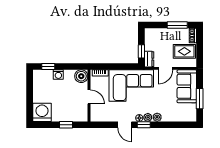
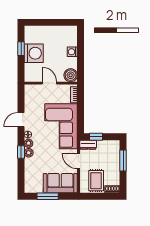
window: (177, 25) -> (123, 160), moved
window: (48, 67) -> (81, 42), removed
door: (89, 97) -> (49, 83), swing flipped
washing machine: (42, 112) -> (34, 53), moved
window: (66, 125) -> (21, 49), moved
window: (144, 125) -> (21, 152), moved

